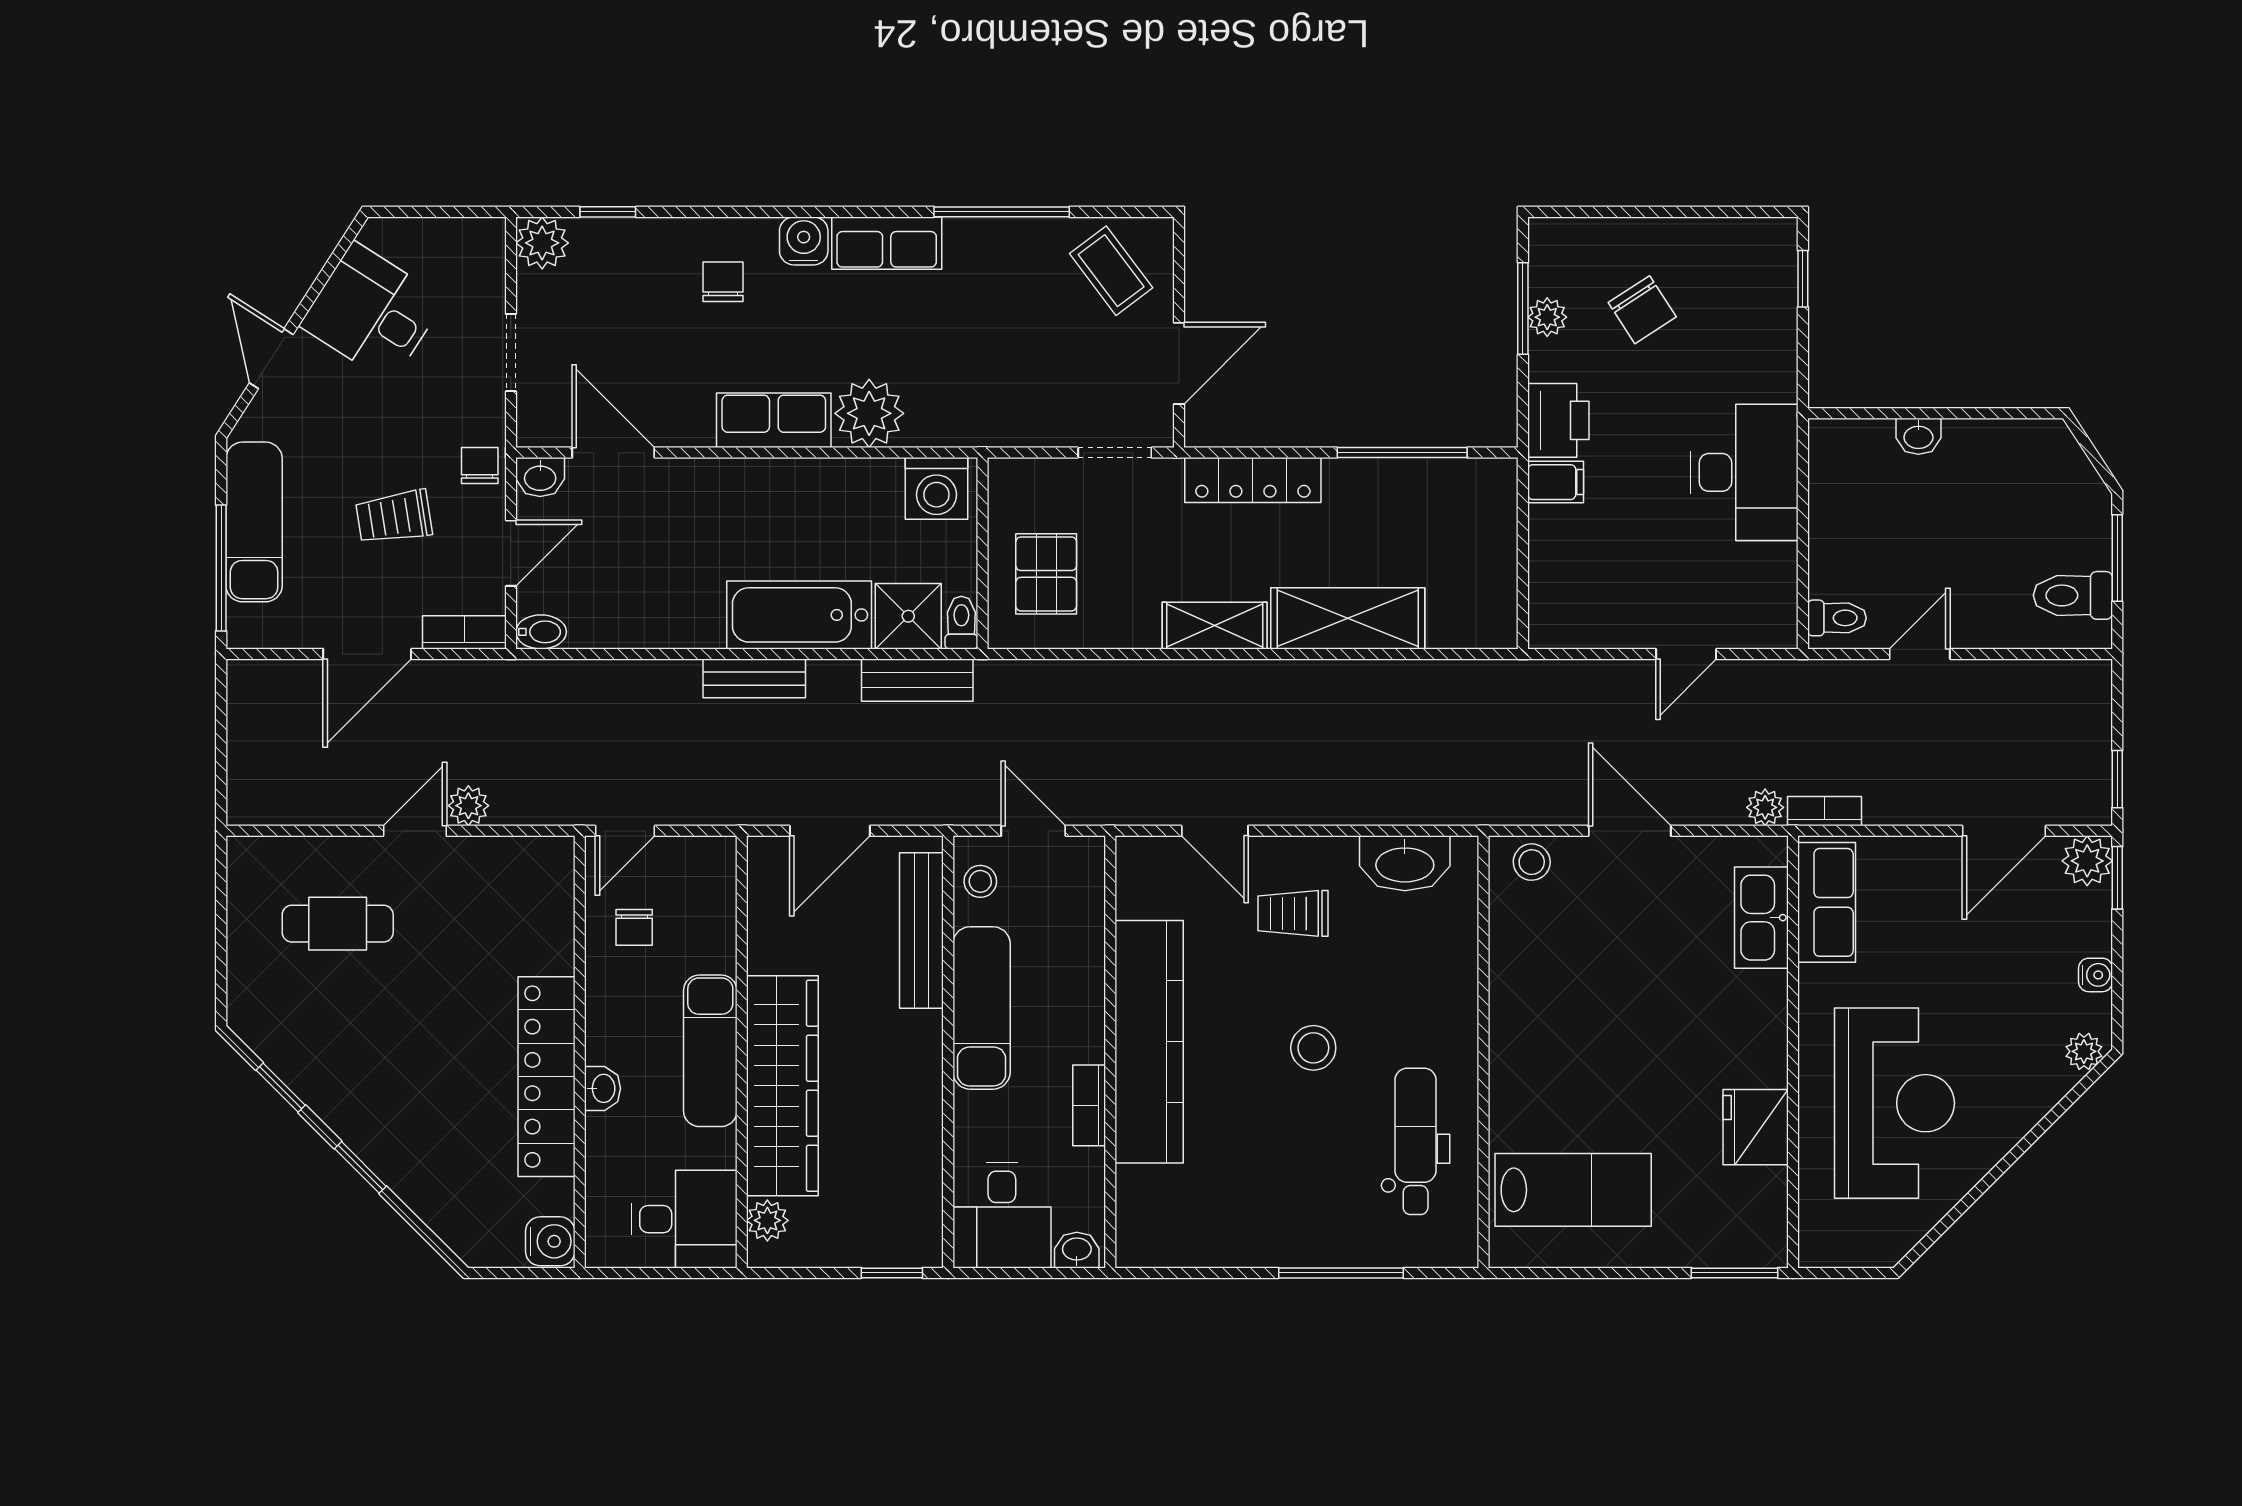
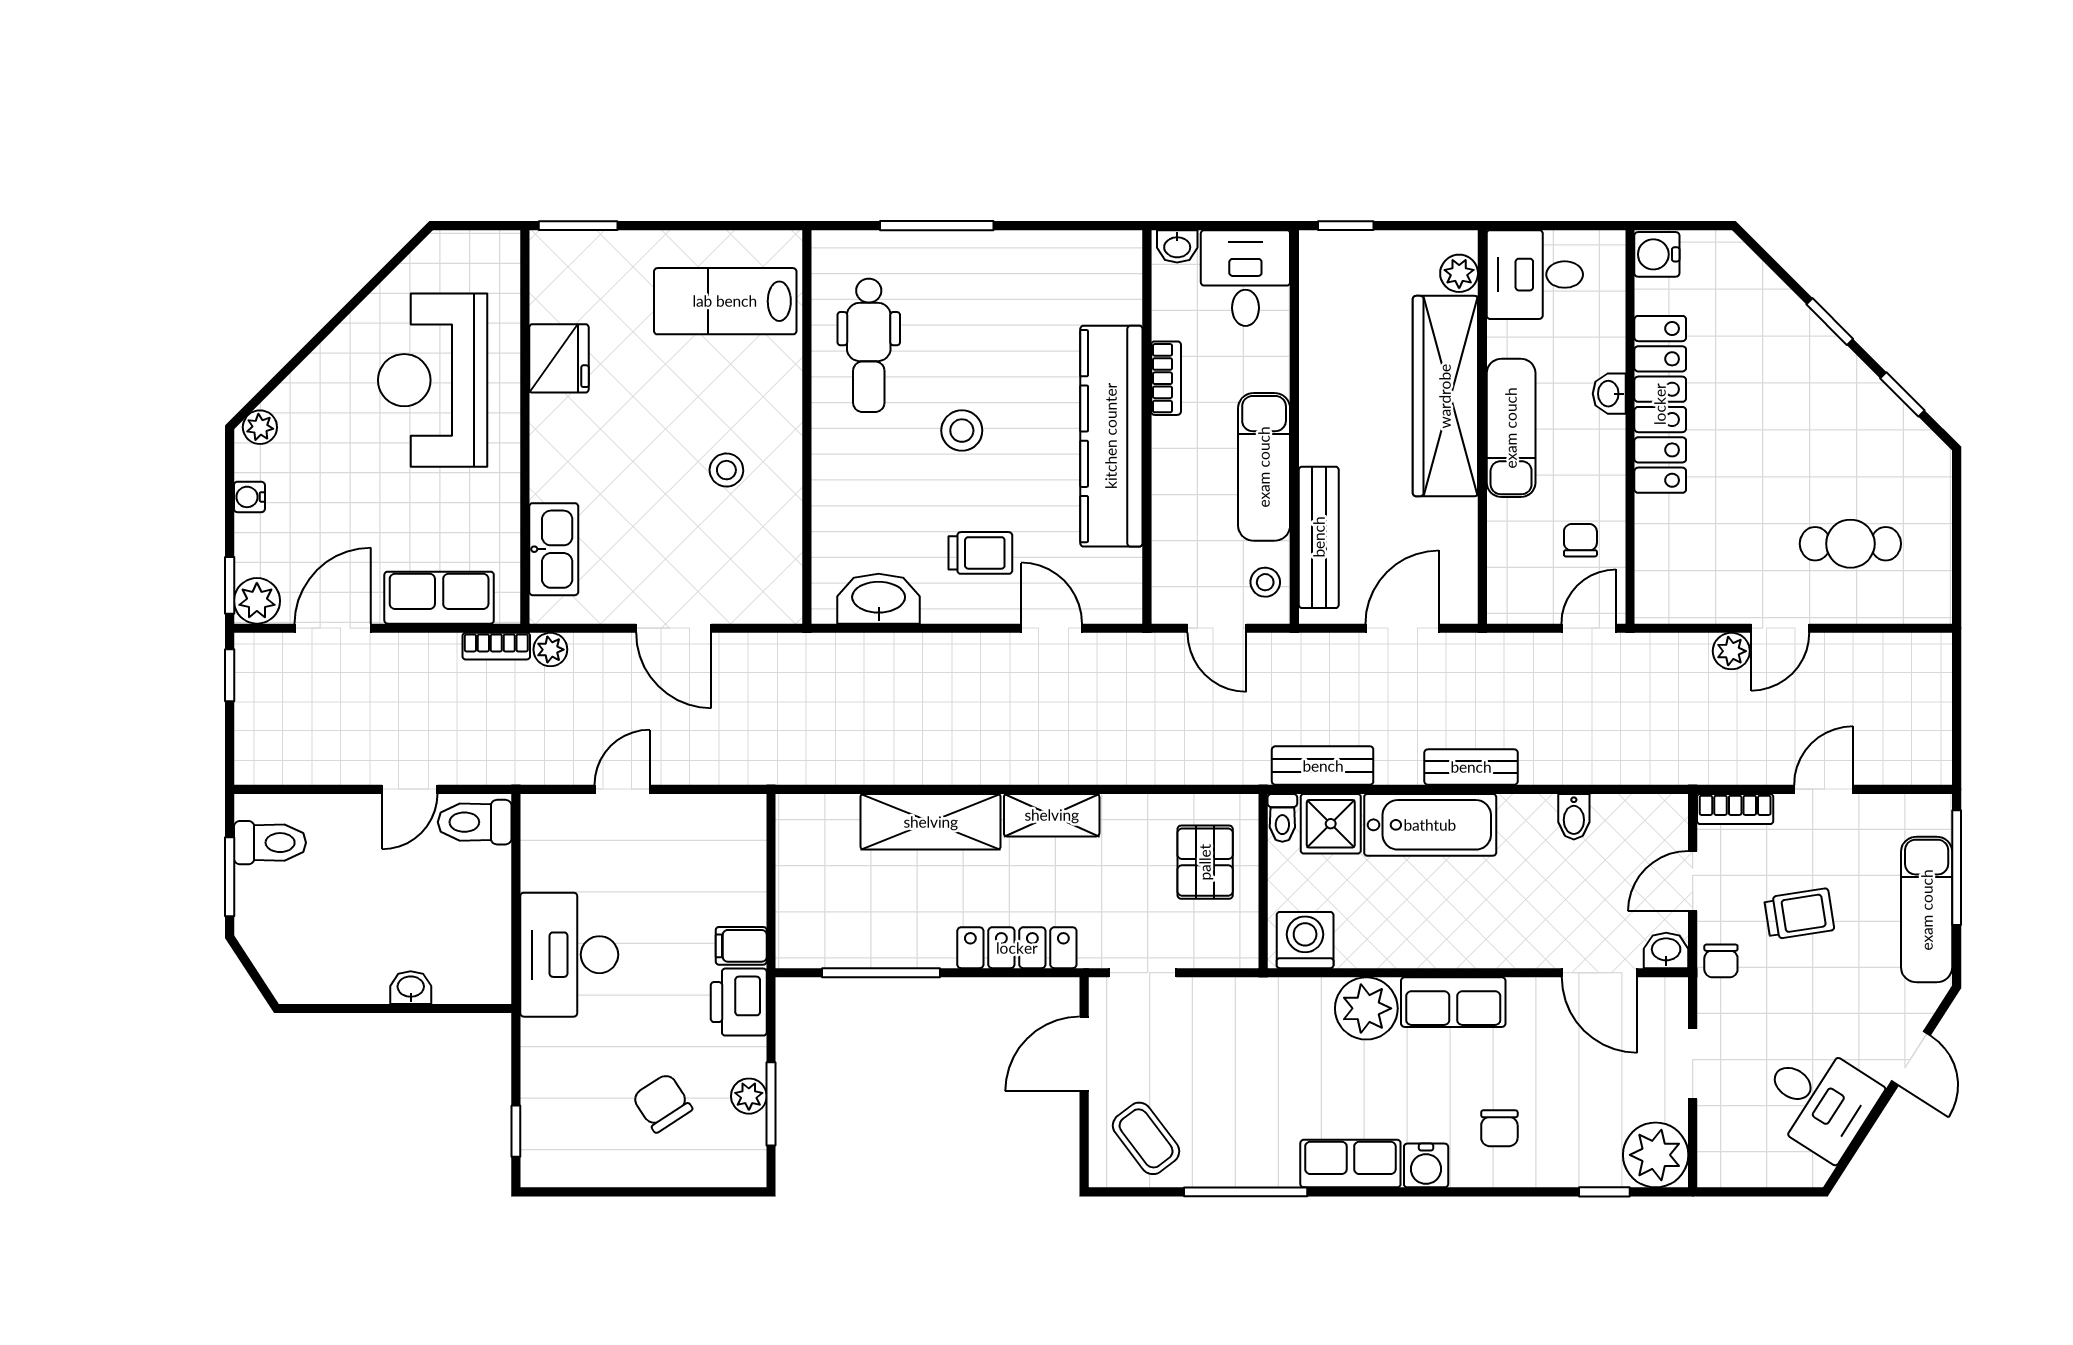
plant: (542, 243) -> (1656, 1155), width x1.36, depth x1.36
toilet: (1837, 618) -> (475, 822), width x1.37, depth x1.39
bidet: (541, 632) -> (1574, 817), moved, turned -90
door: (367, 654) -> (1824, 789), width x0.73
stool: (1532, 862) -> (726, 470), moved
row of seats: (1827, 902) -> (439, 598), moved, turned 90

